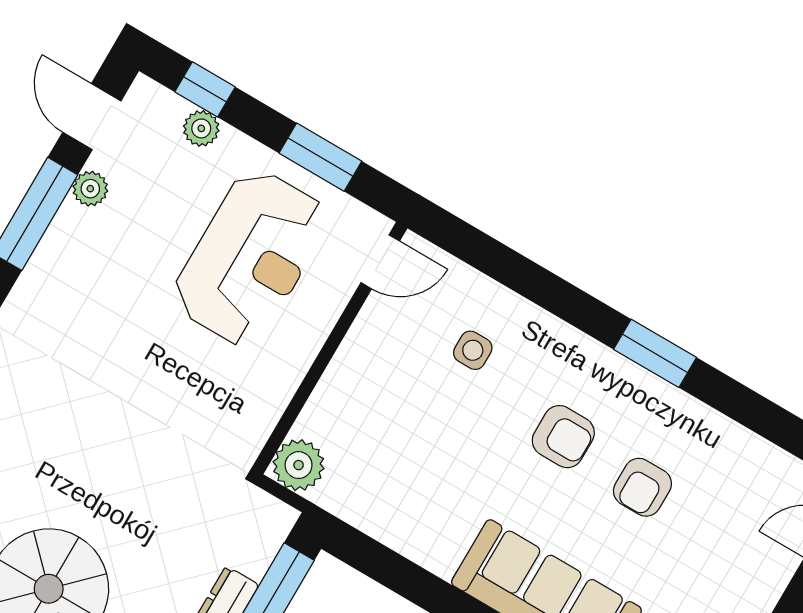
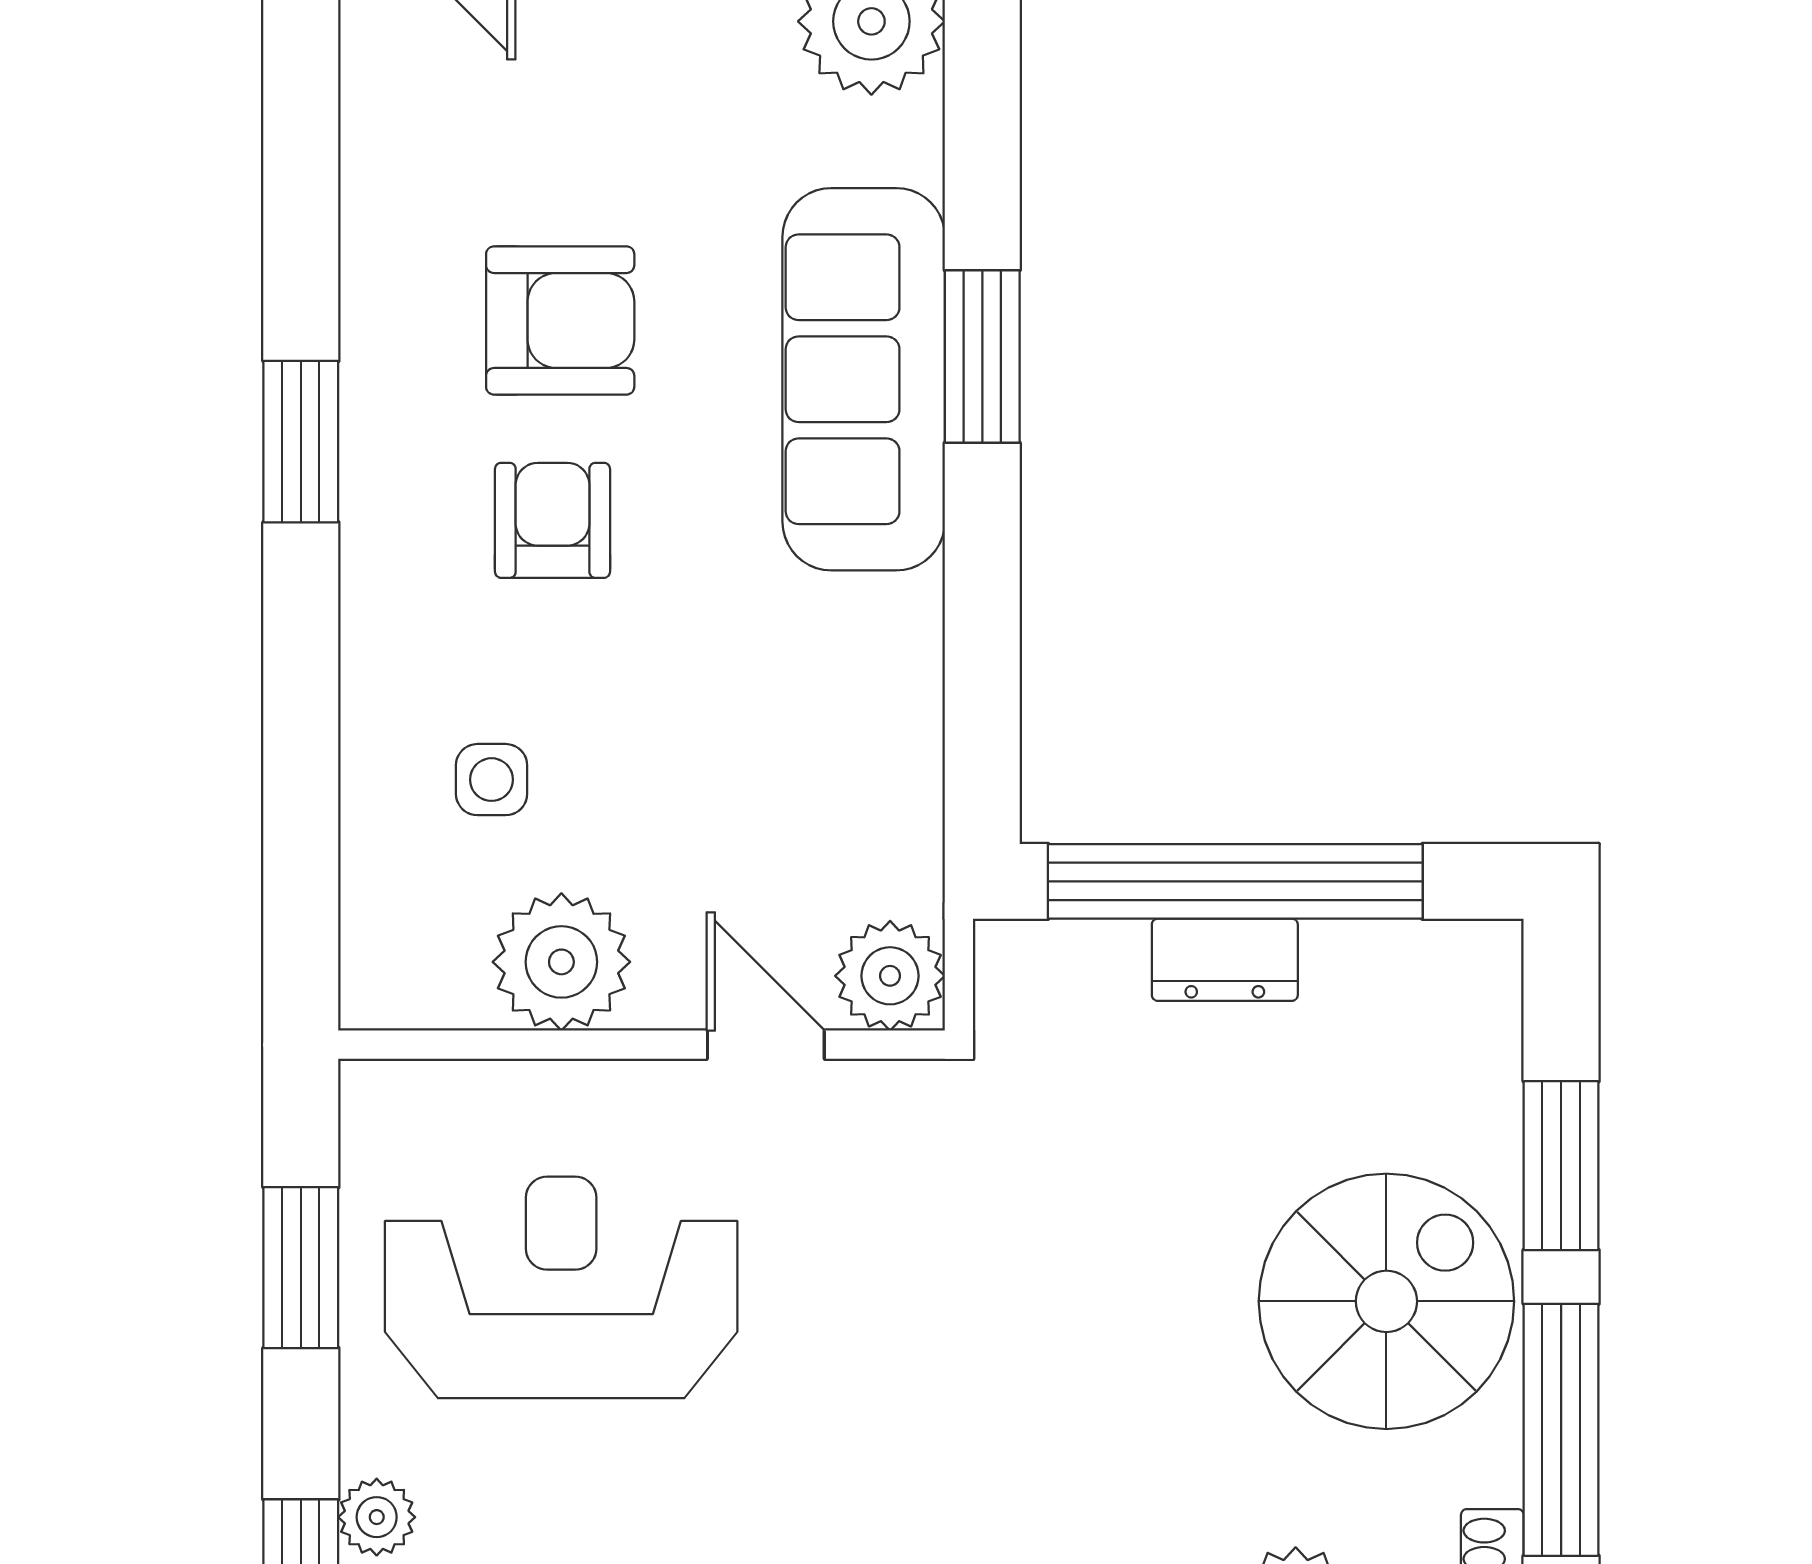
door: (380, 262) -> (766, 1045), moved
plant: (382, 335) -> (561, 962), added
armchair: (642, 487) -> (560, 320), width x1.38, depth x1.38

